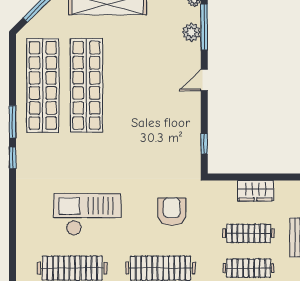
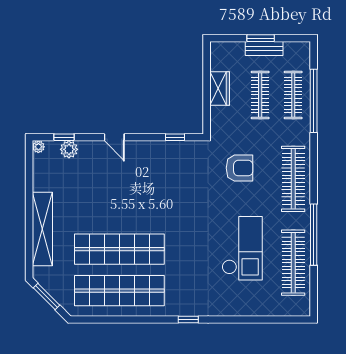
window: (204, 27) -> (64, 137), width x0.46
window: (12, 122) -> (154, 319), removed
armchair: (172, 212) -> (240, 168), turned 180
checkout: (87, 214) -> (242, 248), turned 180

